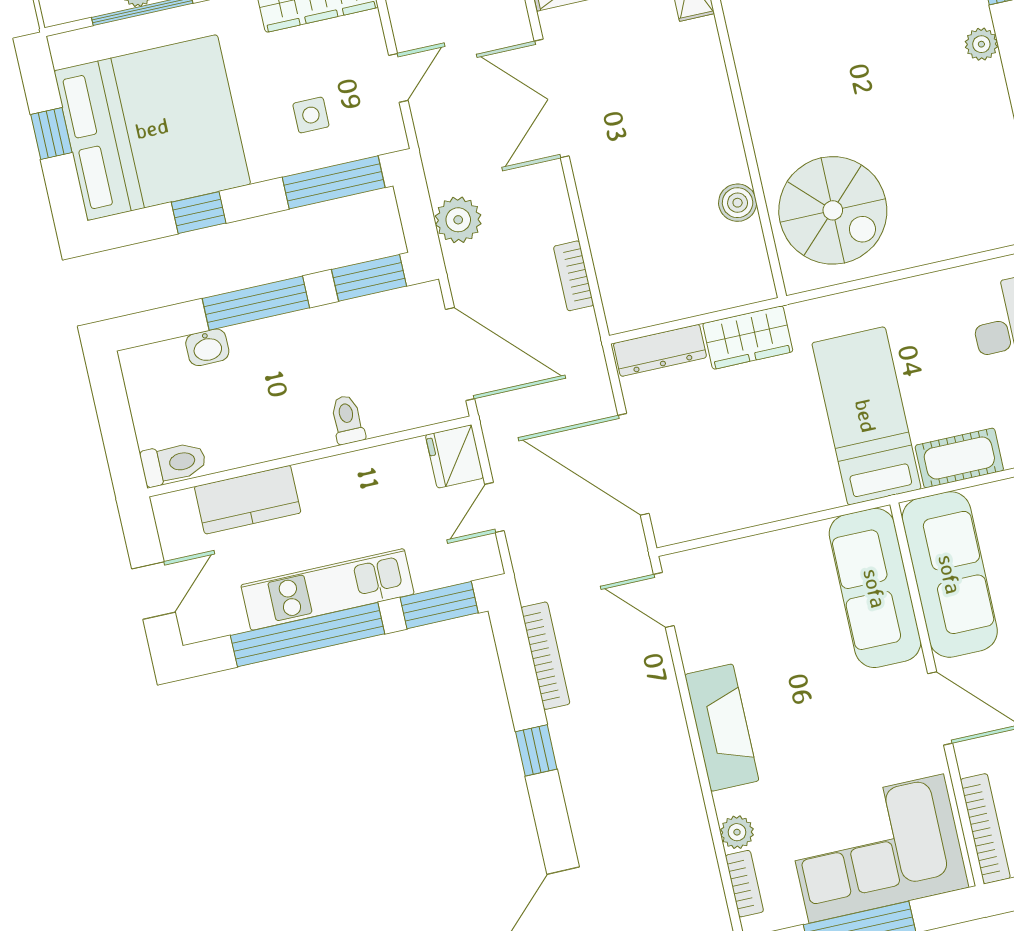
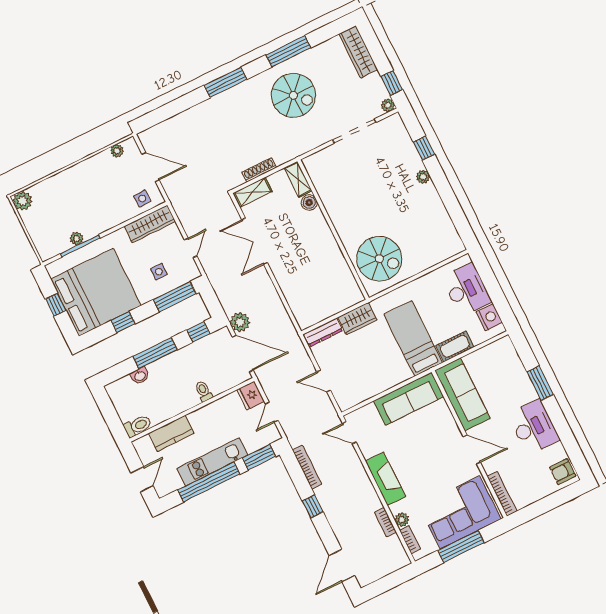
boiler: (738, 203) -> (309, 203), moved
plant: (458, 220) -> (240, 322), moved
bookcase: (574, 276) -> (385, 522), moved
window: (369, 278) -> (198, 332), width x0.67
door: (633, 464) -> (324, 381), width x0.53
sofa: (875, 588) -> (408, 399), moved, turned -90

